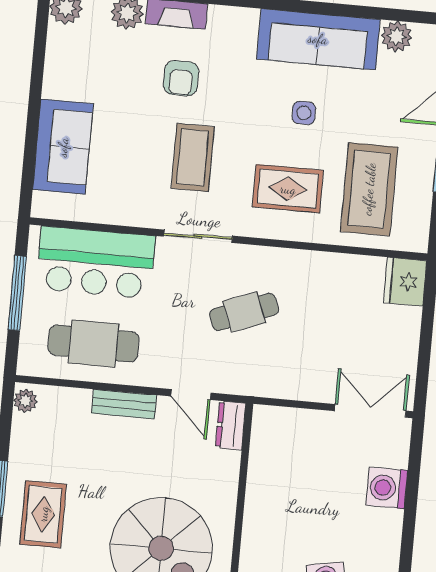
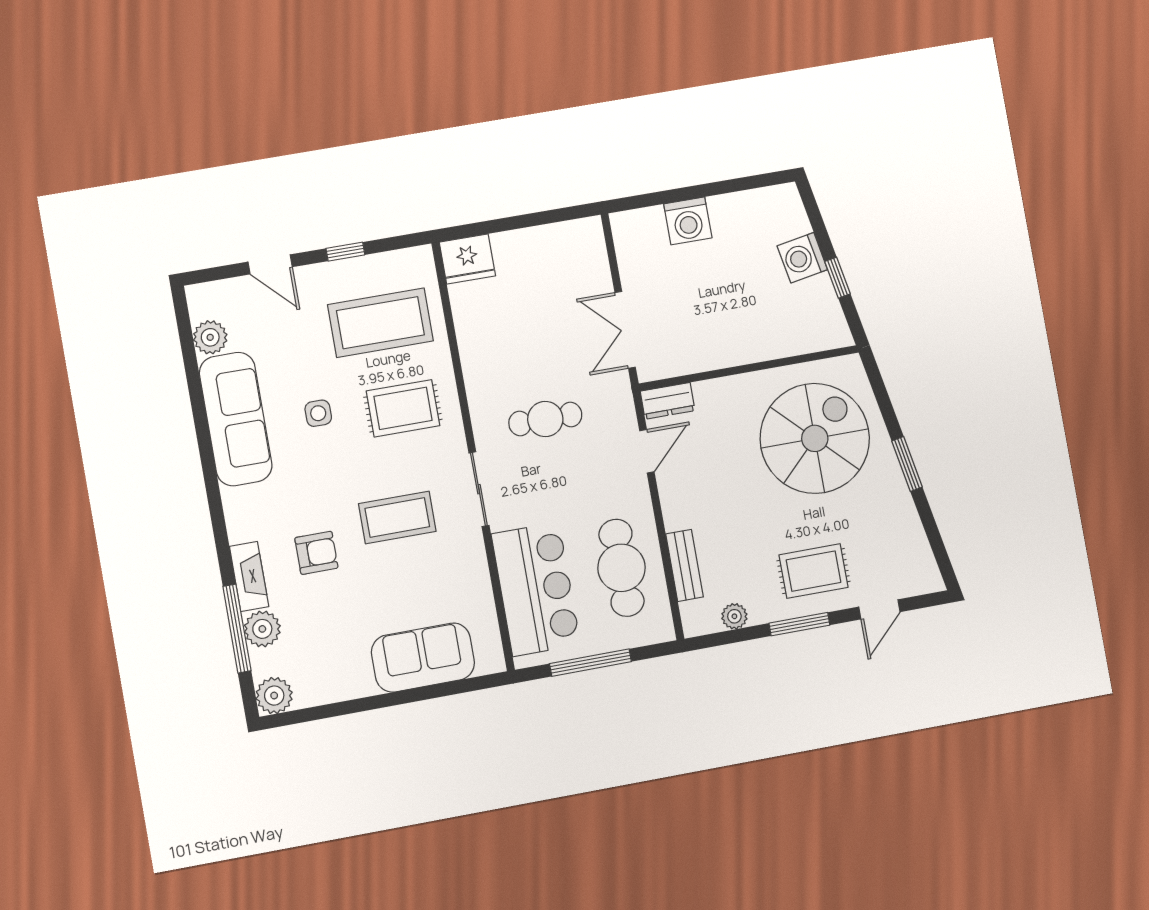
rug: (288, 189) -> (403, 408), turned 90
cafe table: (244, 312) -> (545, 419), turned -69
plant: (25, 401) -> (734, 616), moved
bench: (124, 404) -> (684, 565), moved
double door: (370, 411) -> (625, 330), moved

